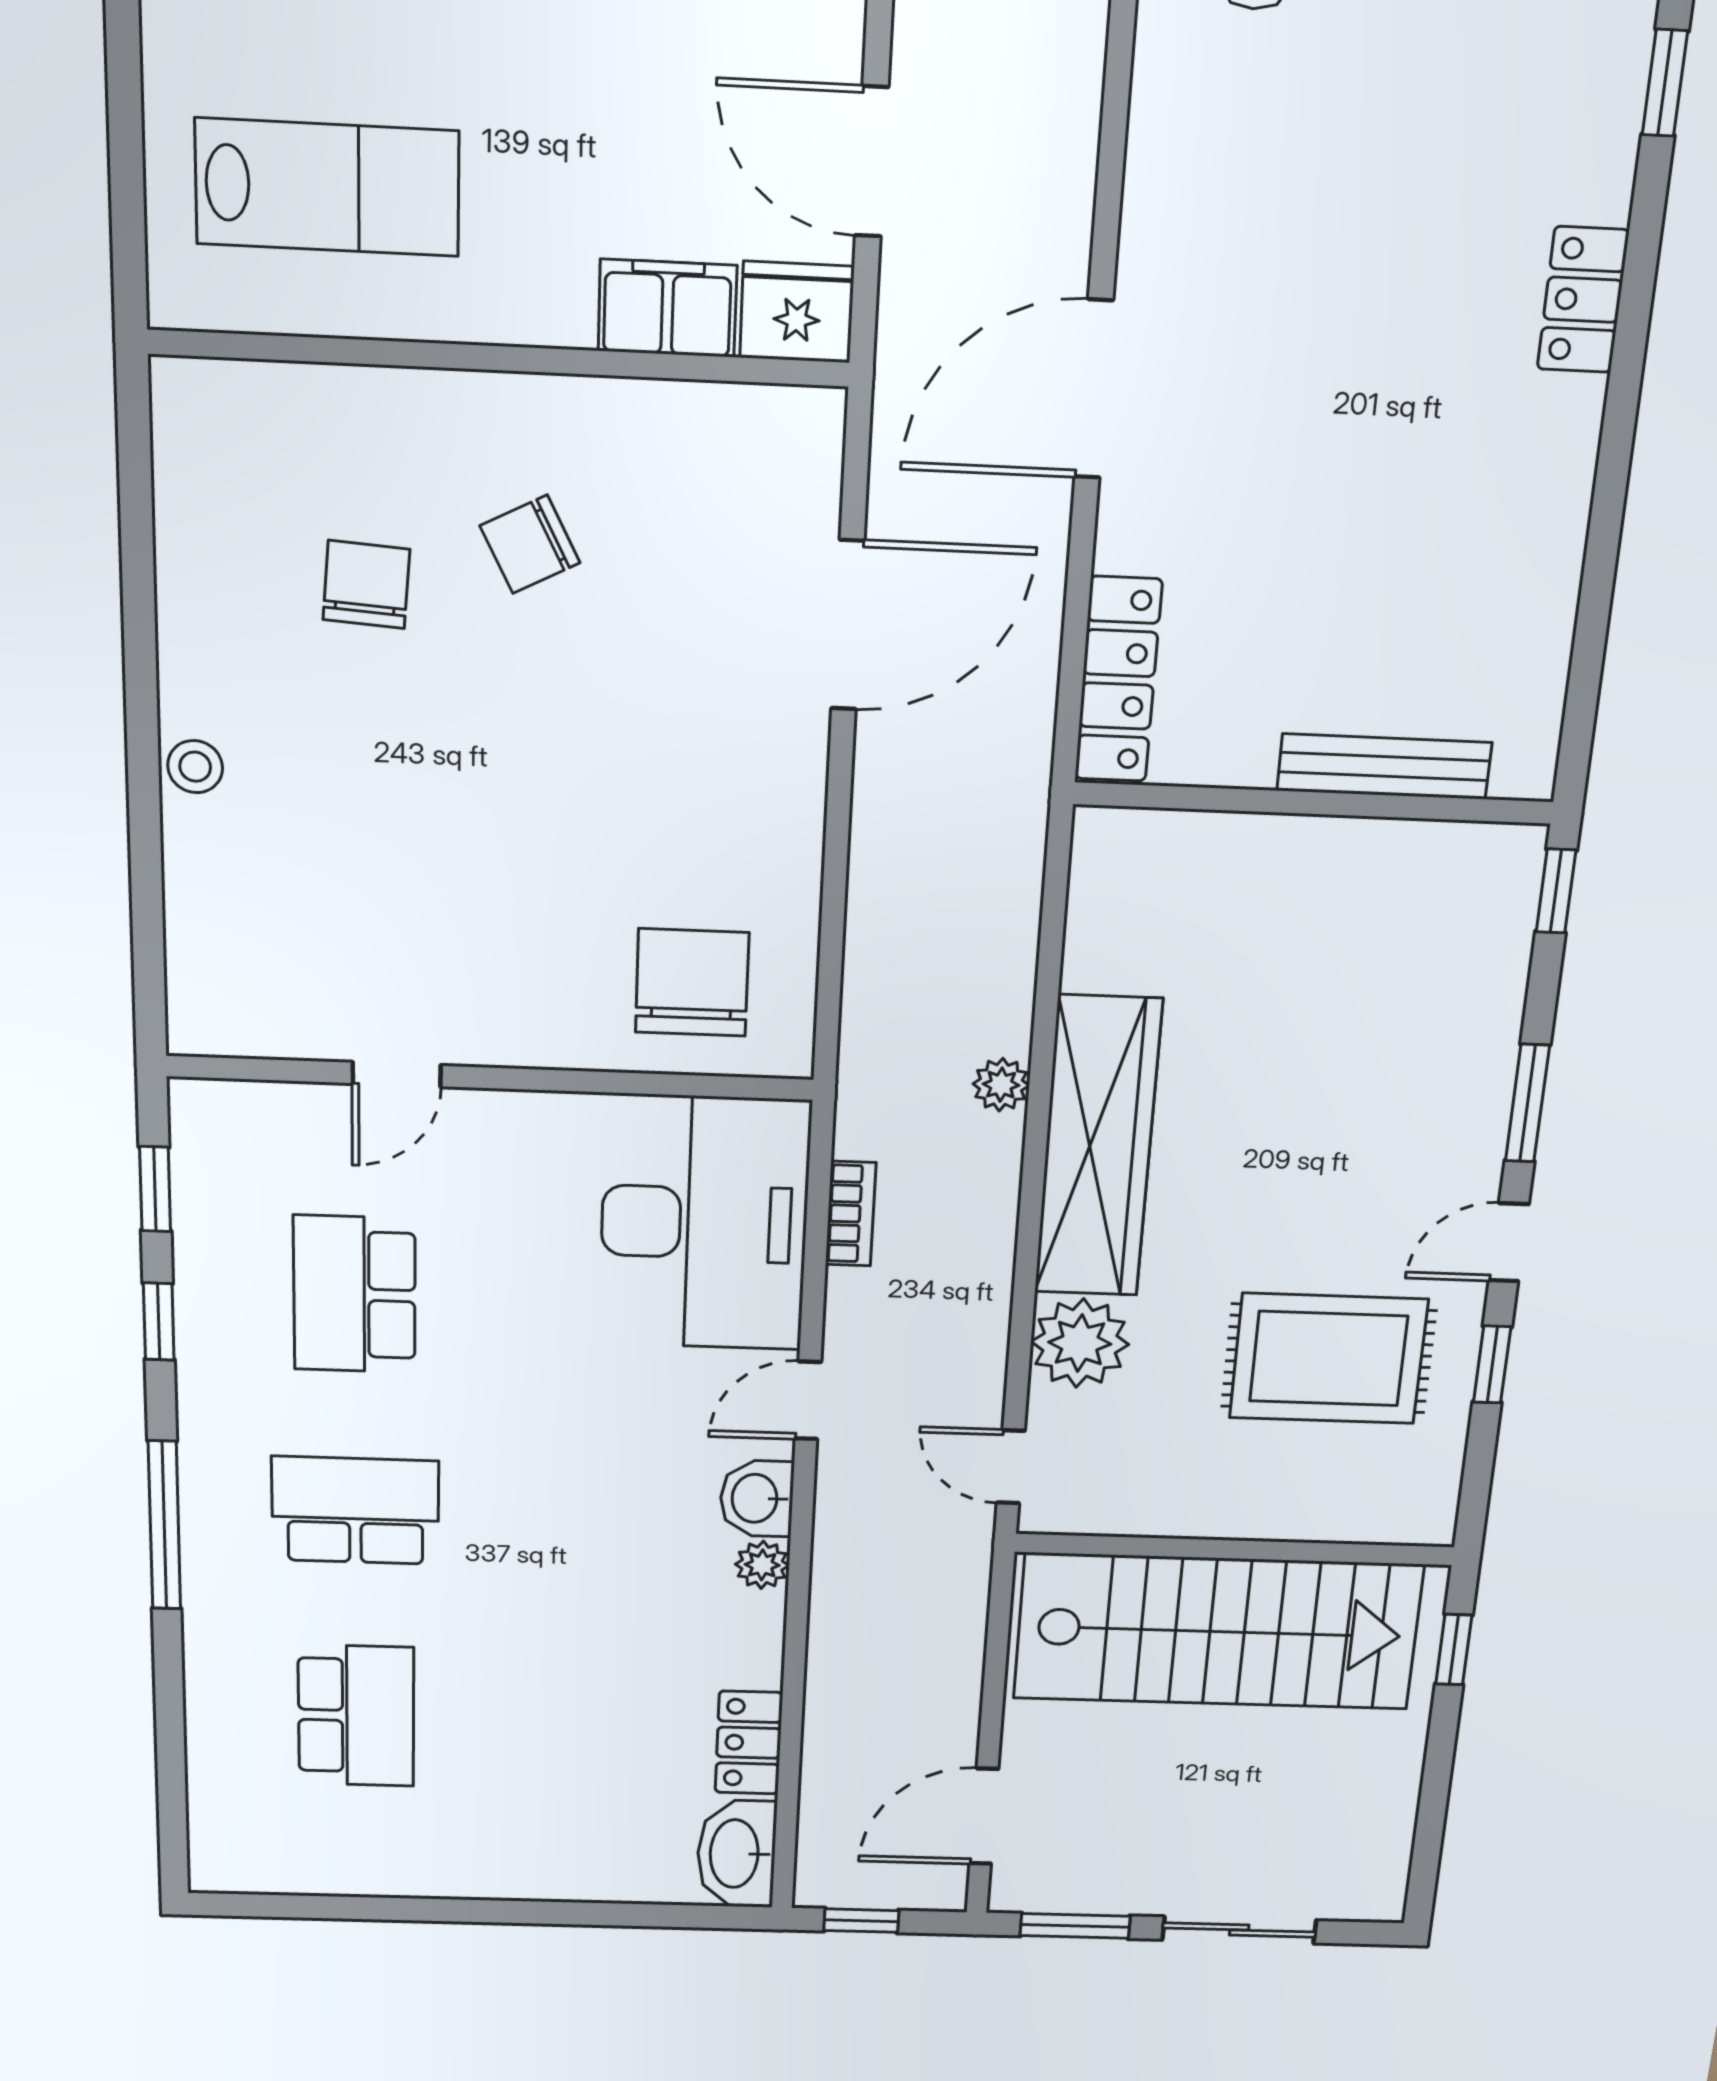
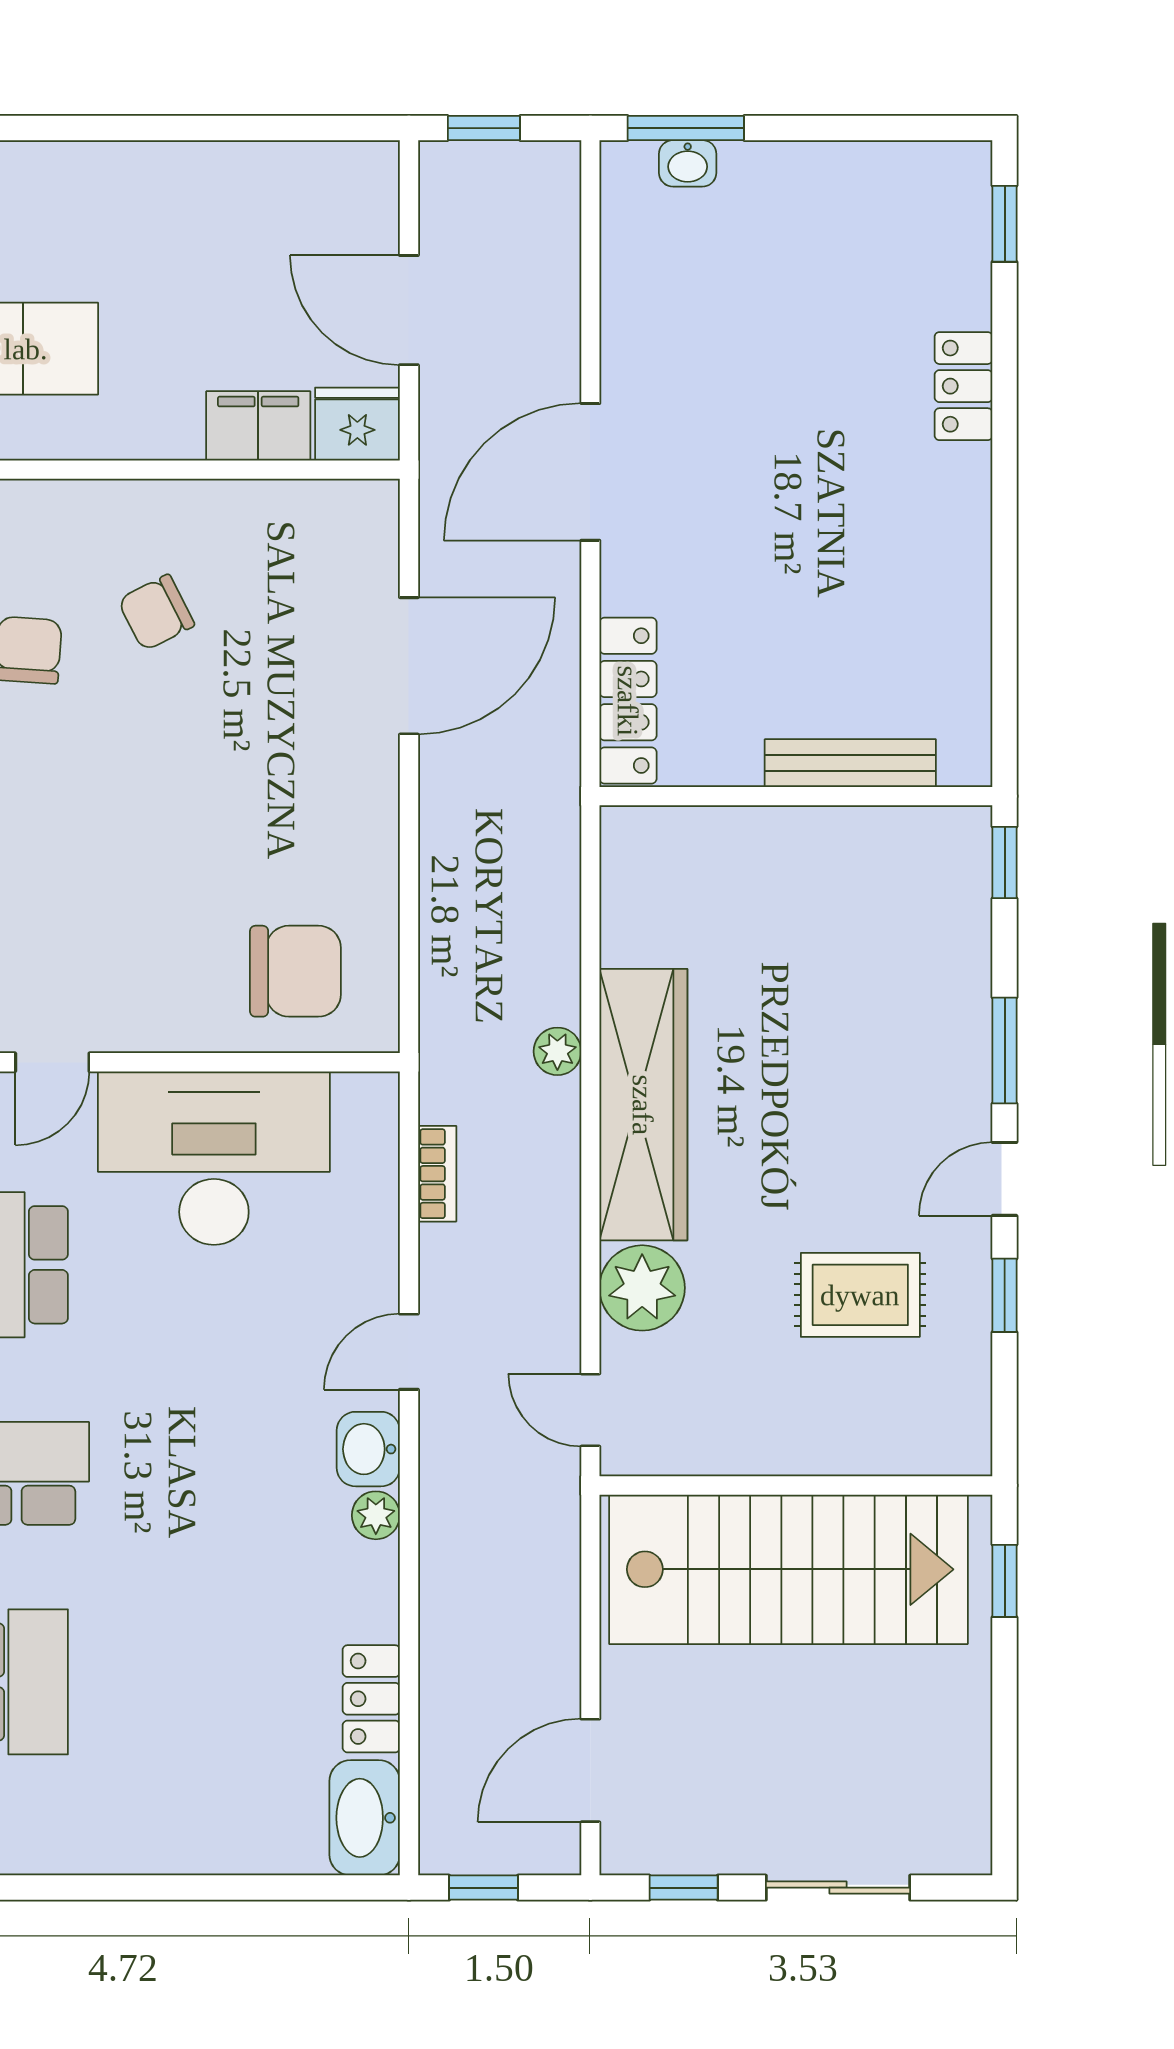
chair: (692, 982) -> (295, 971), turned 90
desk: (704, 1223) -> (214, 1158), moved, turned -90
rug: (1329, 1359) -> (860, 1295), width x0.73, depth x0.70
window: (1075, 1926) -> (684, 1888), width x0.67

